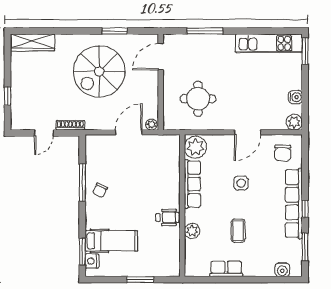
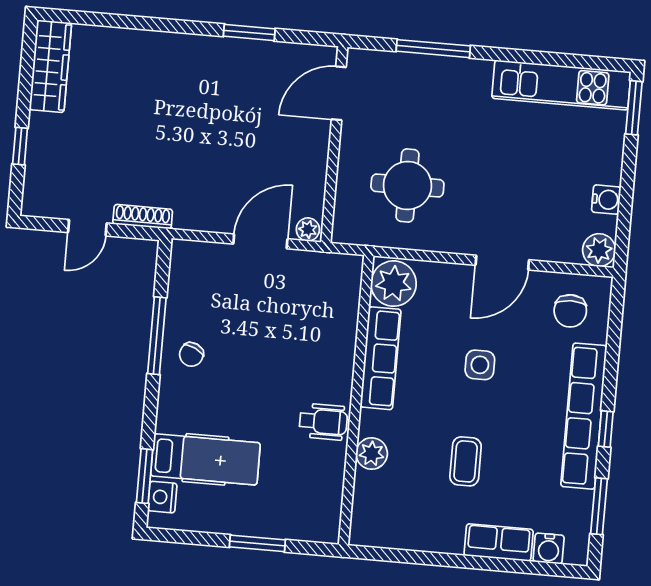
wardrobe: (33, 42) -> (50, 66), moved, turned -90
spiral stairs: (99, 71) -> (211, 112), removed
row of seats: (226, 269) -> (499, 543), moved

